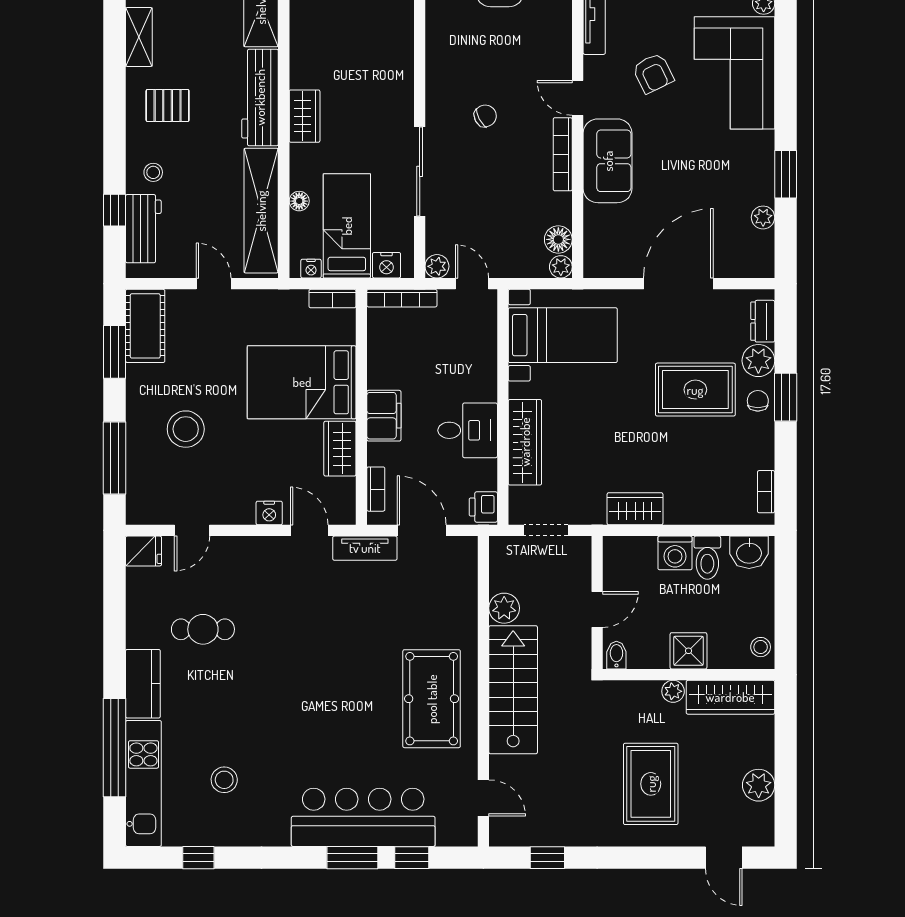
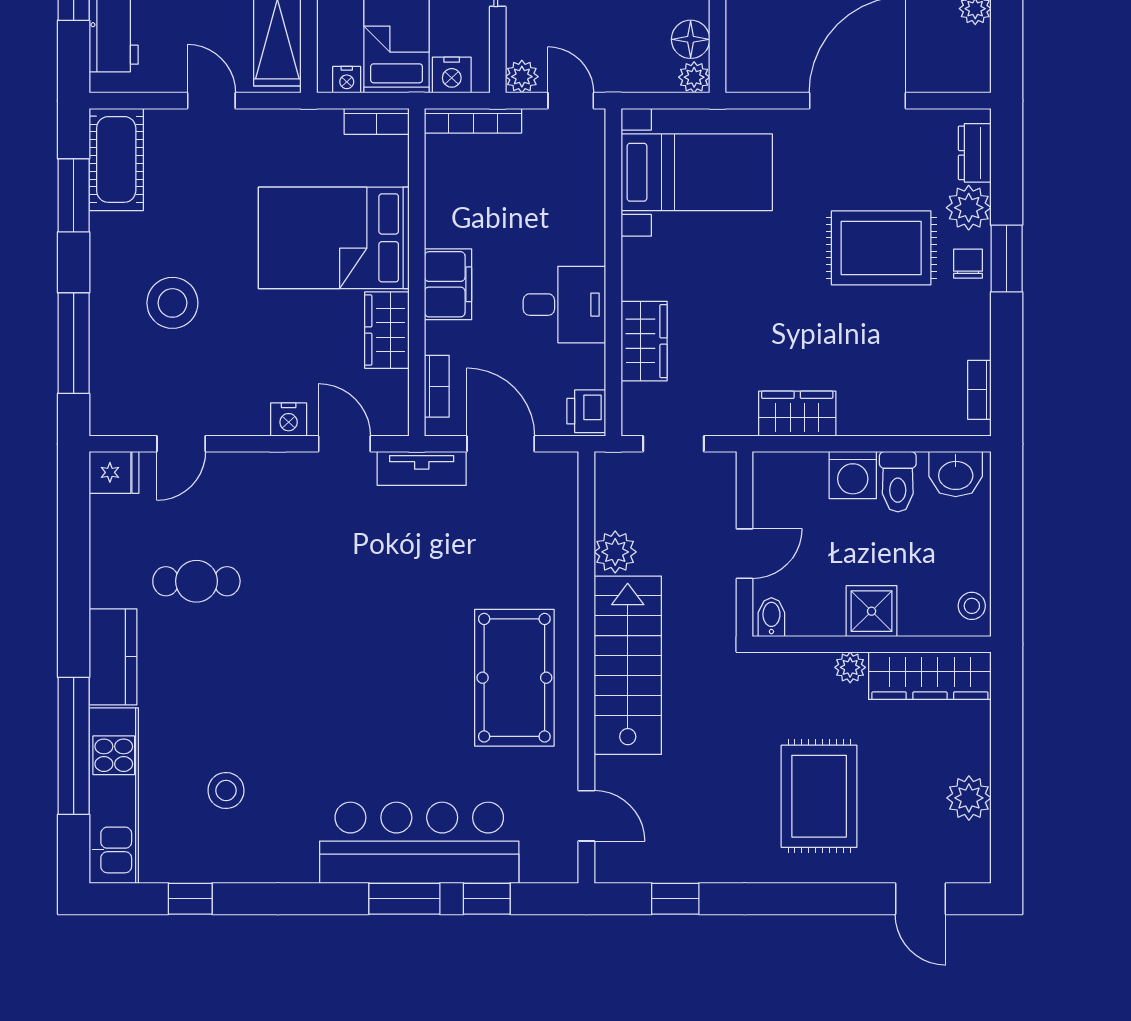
wardrobe: (525, 442) -> (644, 341), width x0.67

